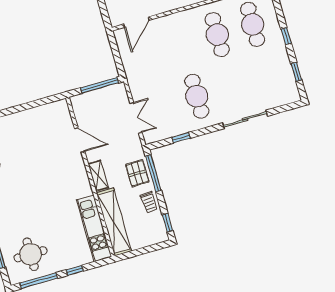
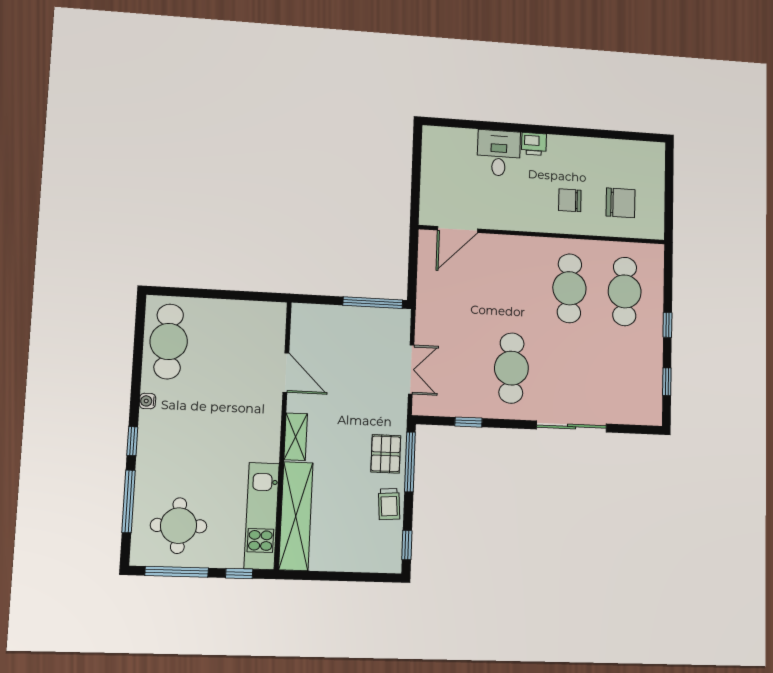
door: (80, 140) -> (286, 373), moved
shelving: (98, 176) -> (296, 437), moved
wall: (90, 177) -> (283, 434), moved
shelving: (114, 222) -> (296, 516), moved
kitchen unit: (94, 228) -> (262, 516), moved

